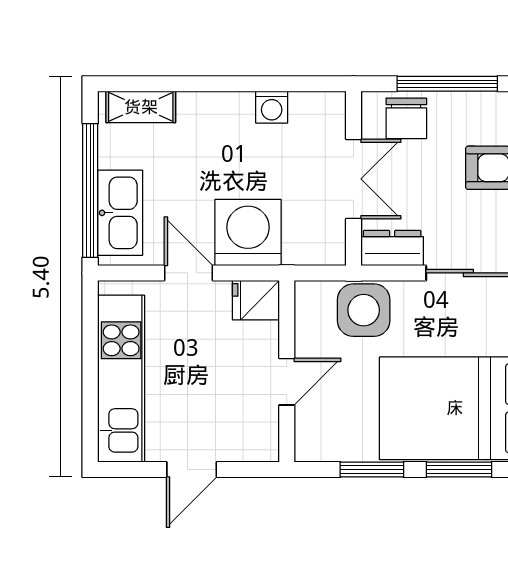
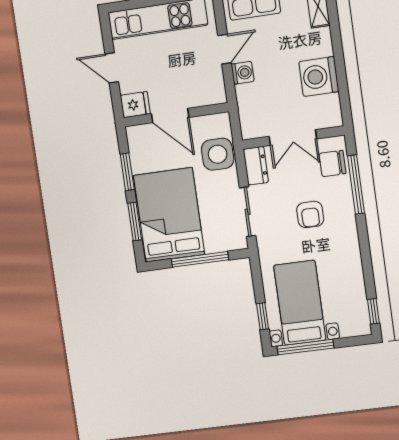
washing machine: (272, 107) -> (319, 77), width x1.89, depth x1.89
washing machine: (248, 233) -> (243, 73), width x0.53, depth x0.53
fridge: (256, 300) -> (135, 105), moved, turned 90
door: (287, 382) -> (170, 116), width x1.37

